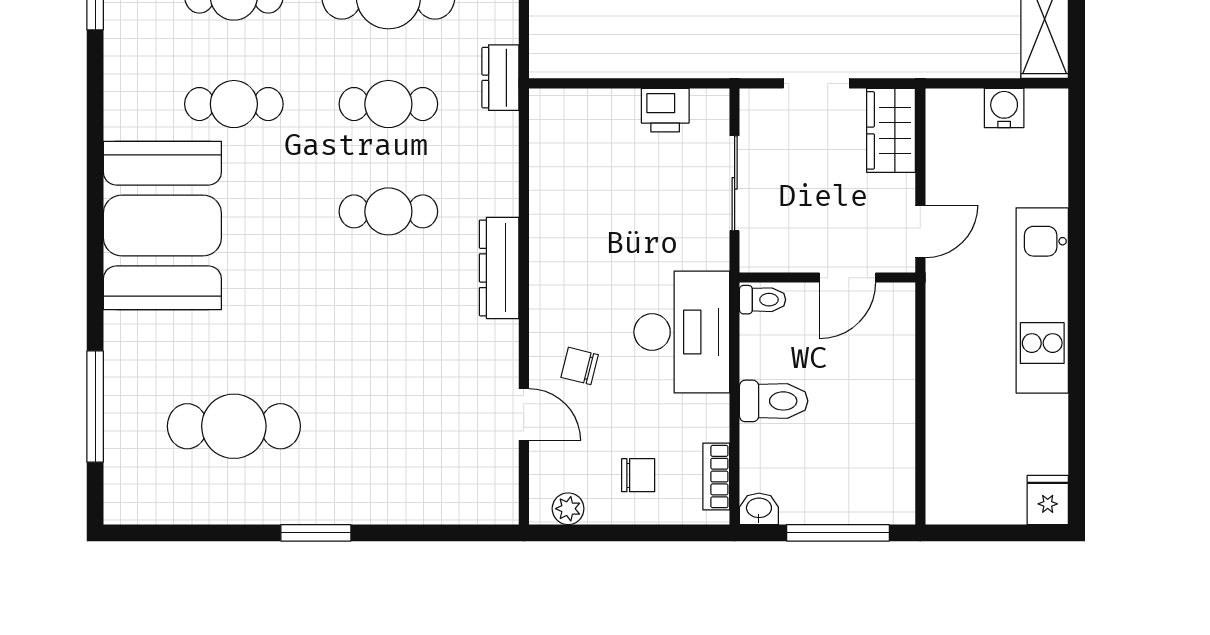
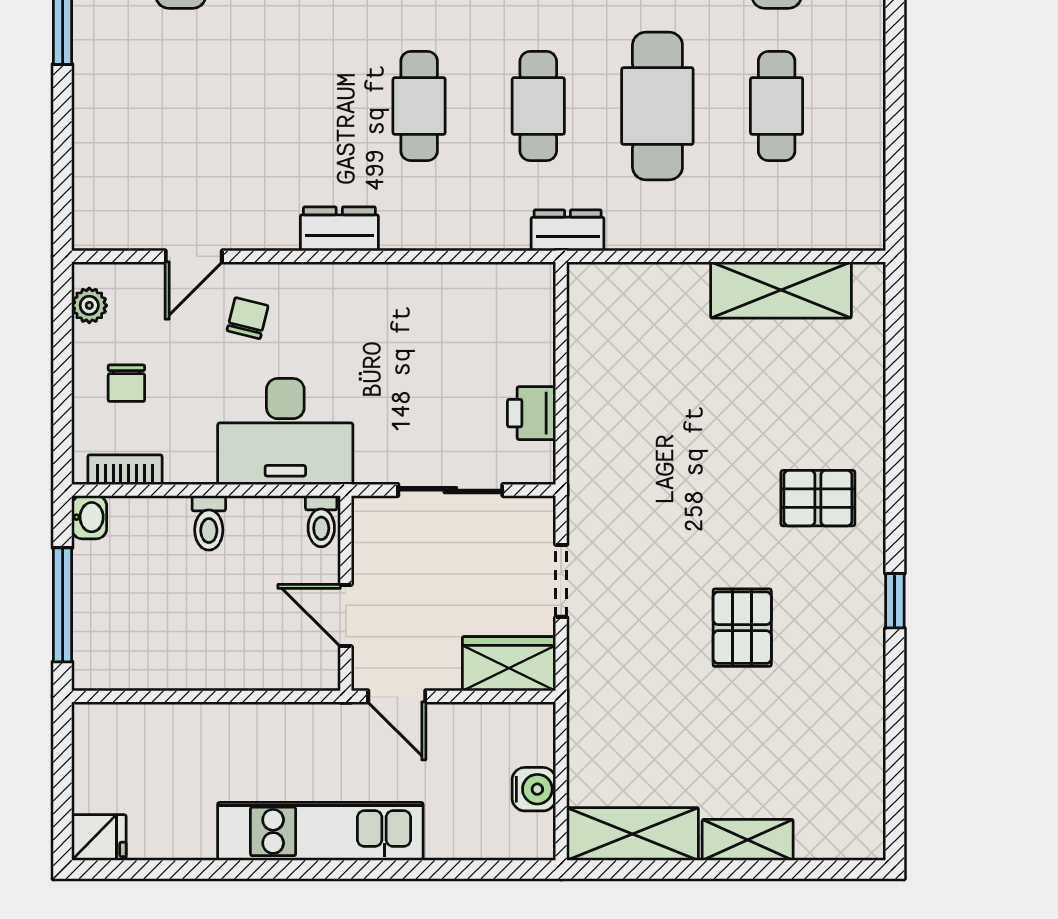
dresser: (499, 268) -> (339, 229), width x0.70
toilet: (774, 401) -> (209, 523), width x0.73, depth x0.72

